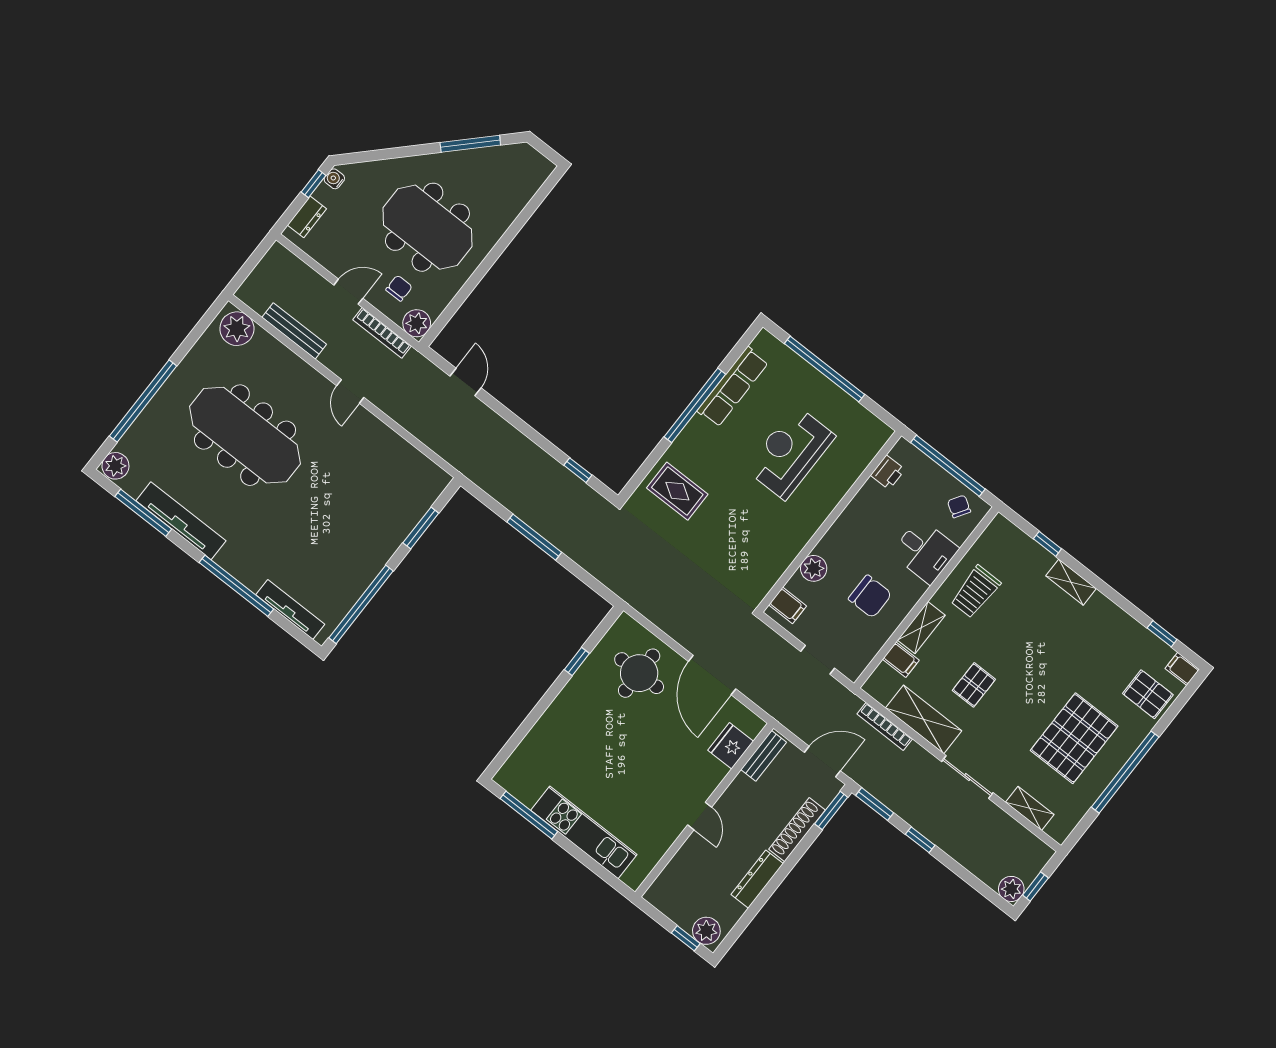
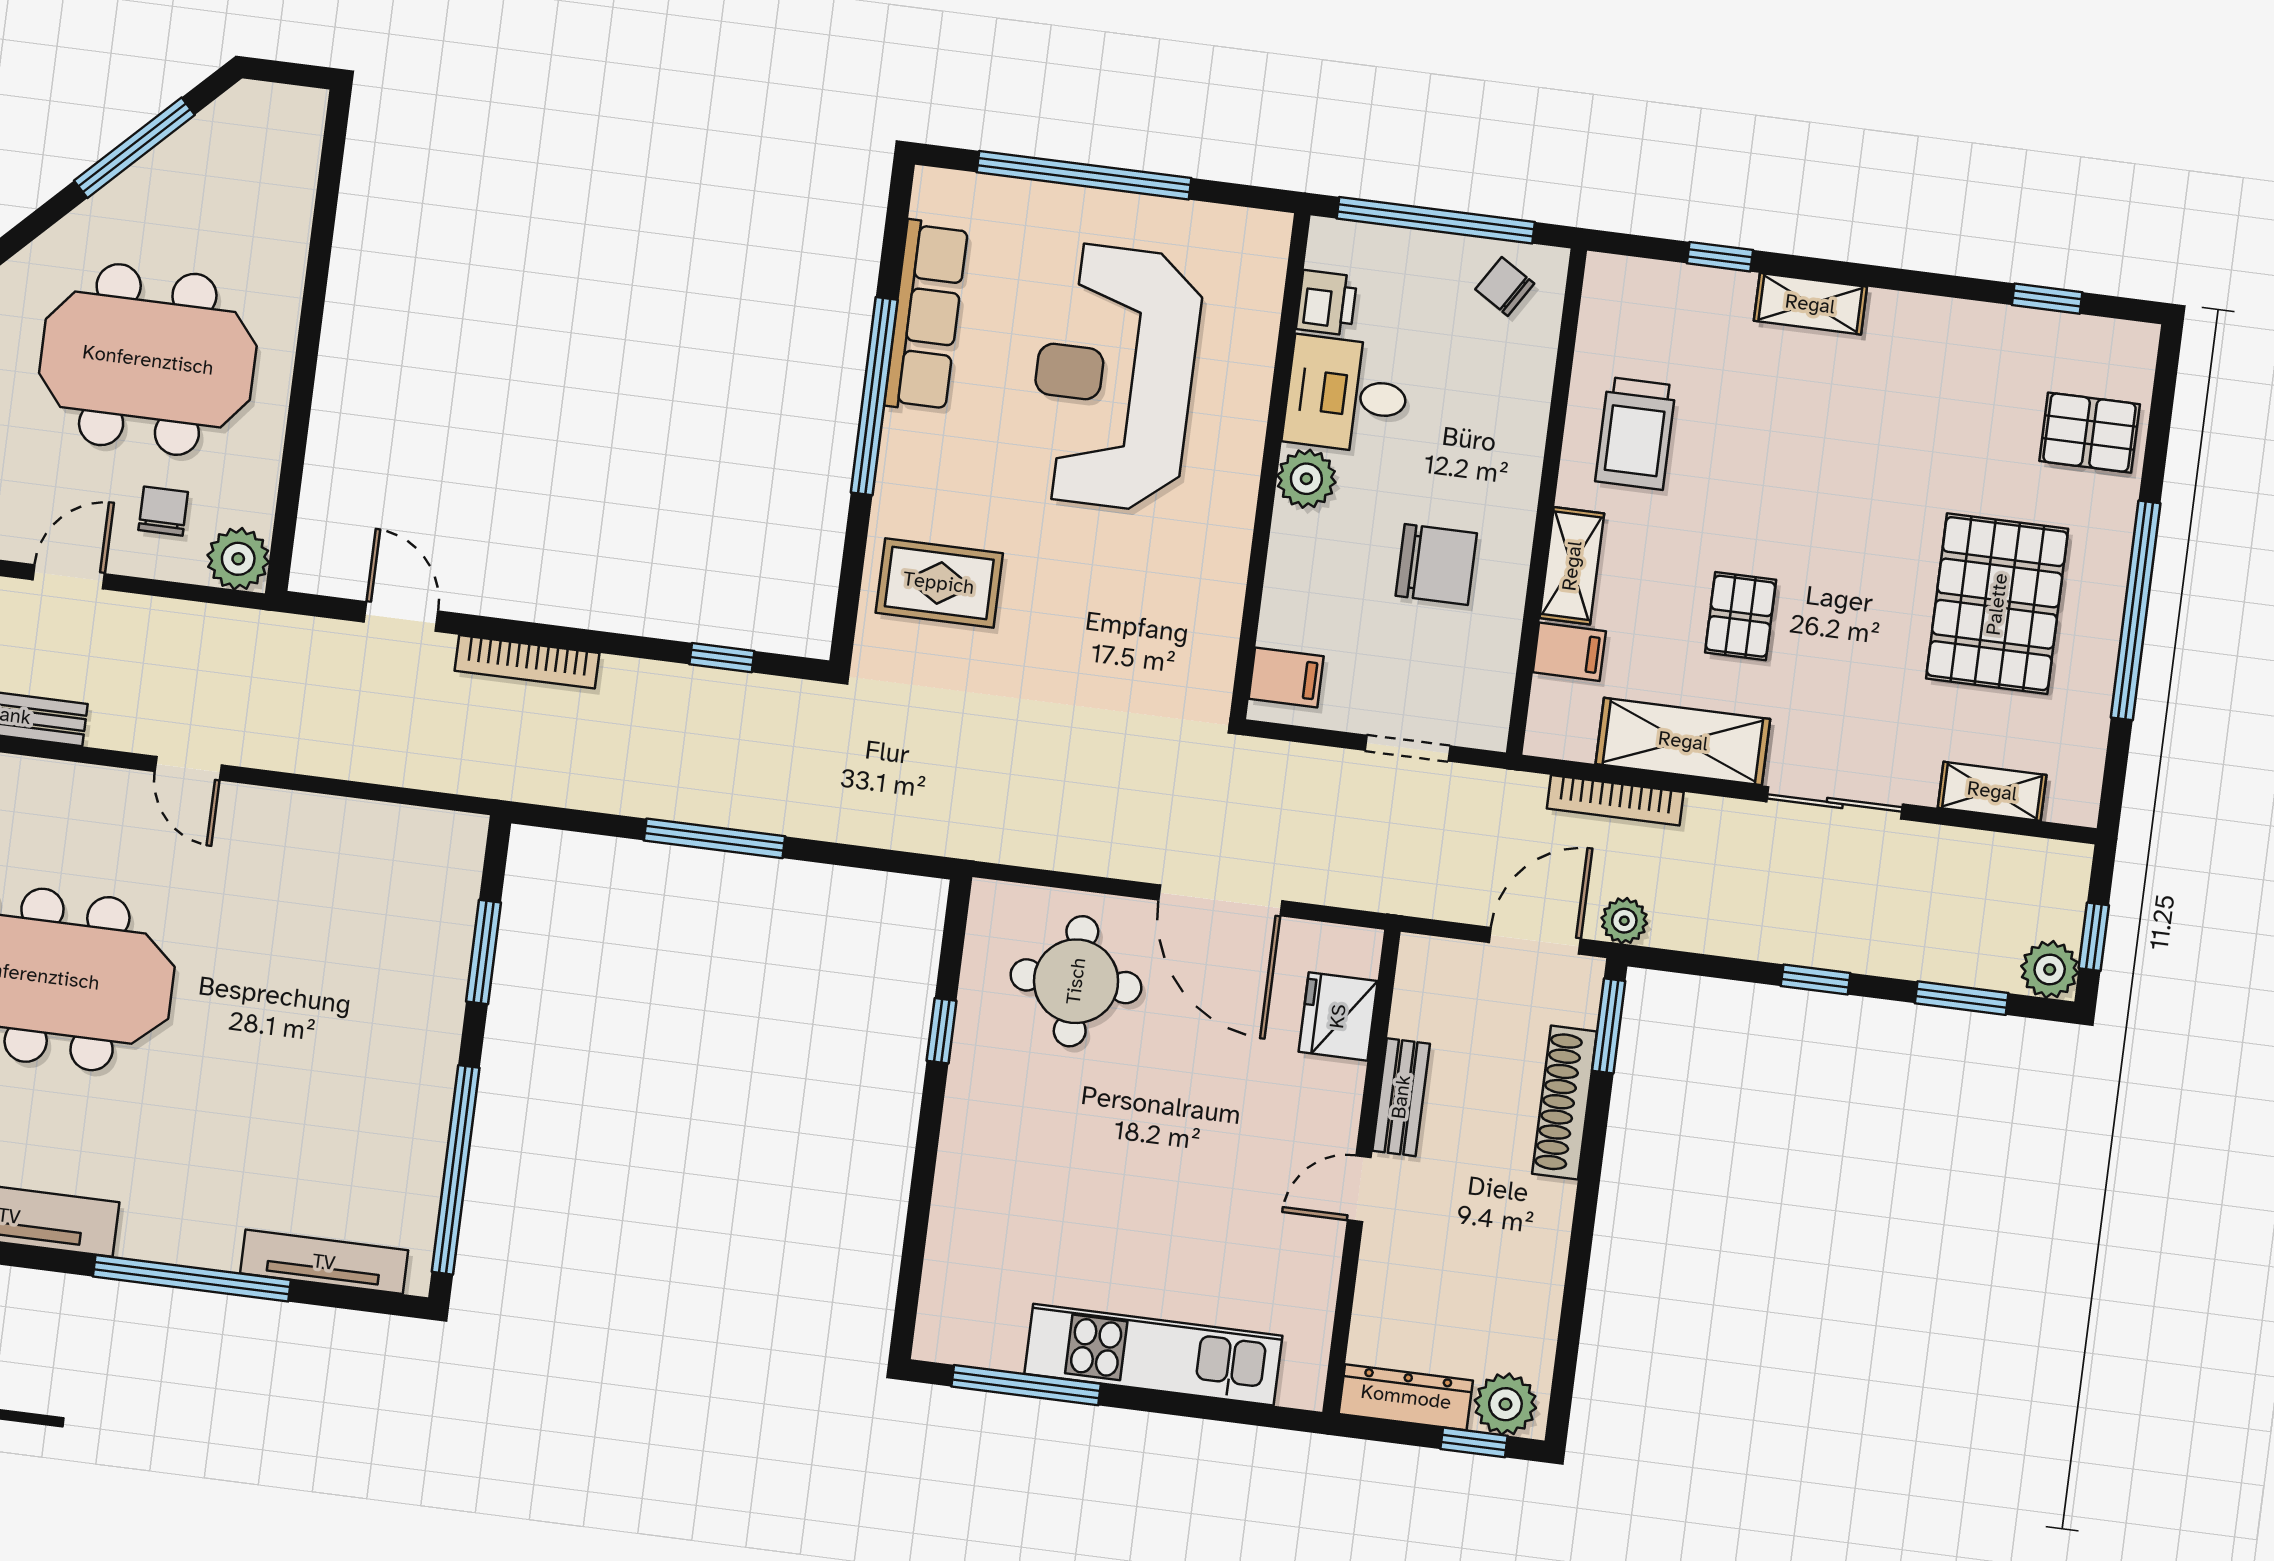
bookcase: (382, 333) -> (527, 662), moved
reception desk: (790, 452) -> (1114, 377), width x1.36, depth x1.30
desk: (925, 551) -> (1347, 395), moved, turned 180
plant: (814, 568) -> (1306, 479), moved
filing cabinet: (1182, 669) -> (2127, 344), removed
bench: (764, 756) -> (1401, 1097), moved
plant: (861, 774) -> (1624, 921), added
window: (875, 804) -> (1962, 998), moved
door: (700, 816) -> (1359, 1189), swing flipped
dresser: (757, 879) -> (1406, 1397), moved, turned 90

